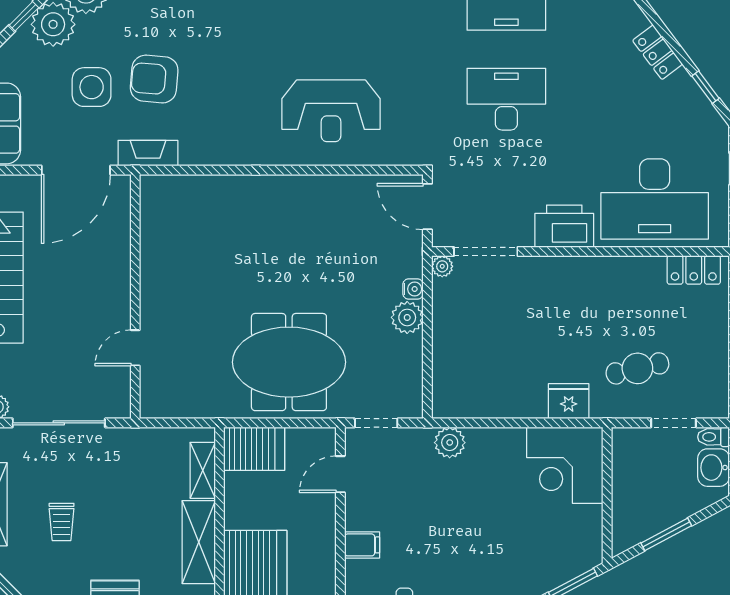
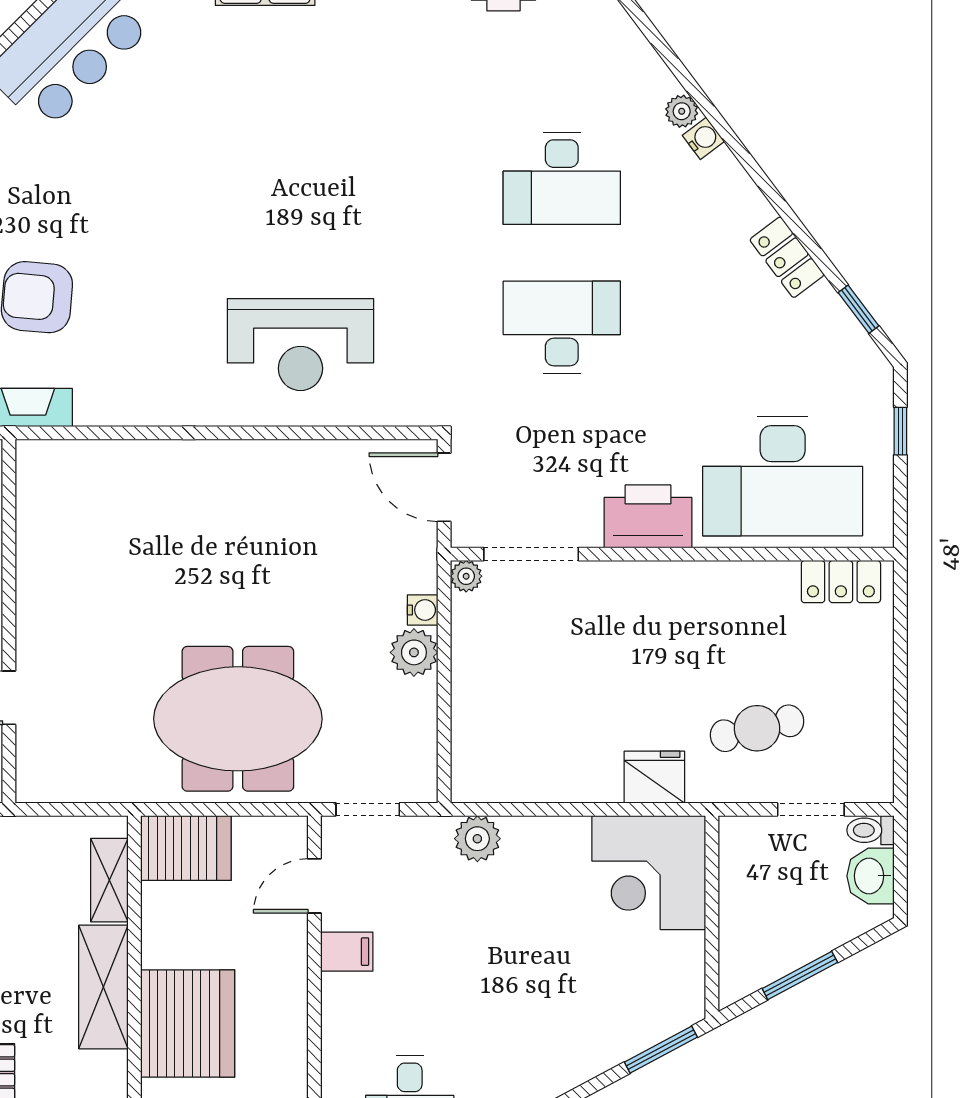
filing cabinet: (362, 545) -> (347, 952), moved

